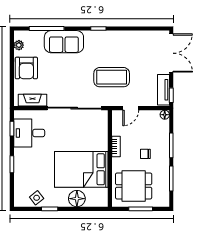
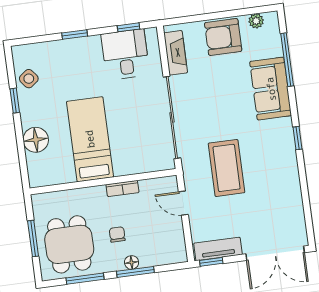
floor lamp: (165, 115) -> (132, 262), moved
bed: (81, 169) -> (90, 139), width x0.67
dining table: (134, 186) -> (69, 244), moved

